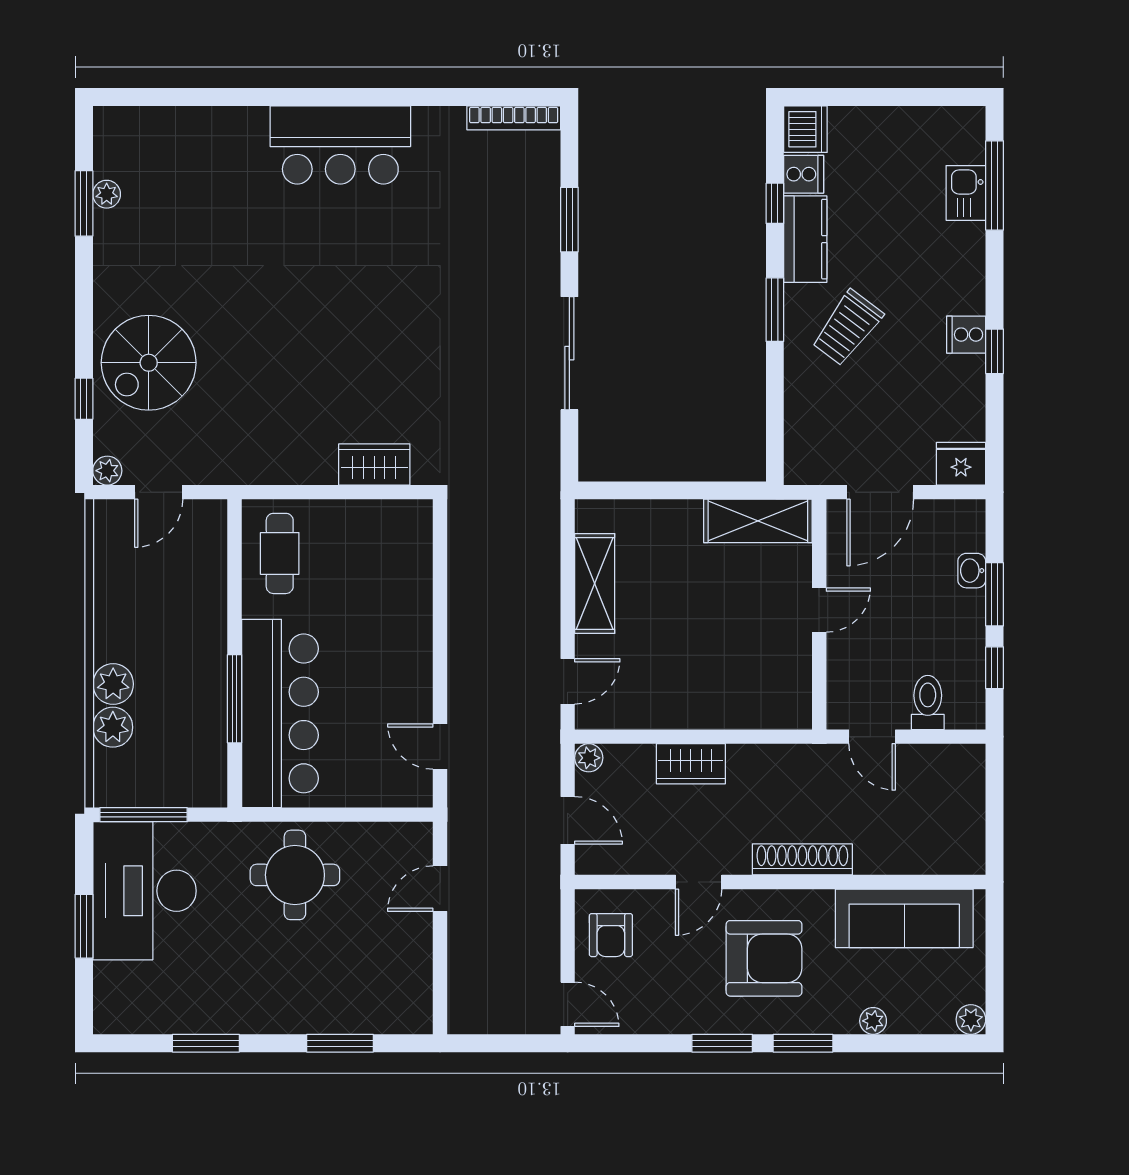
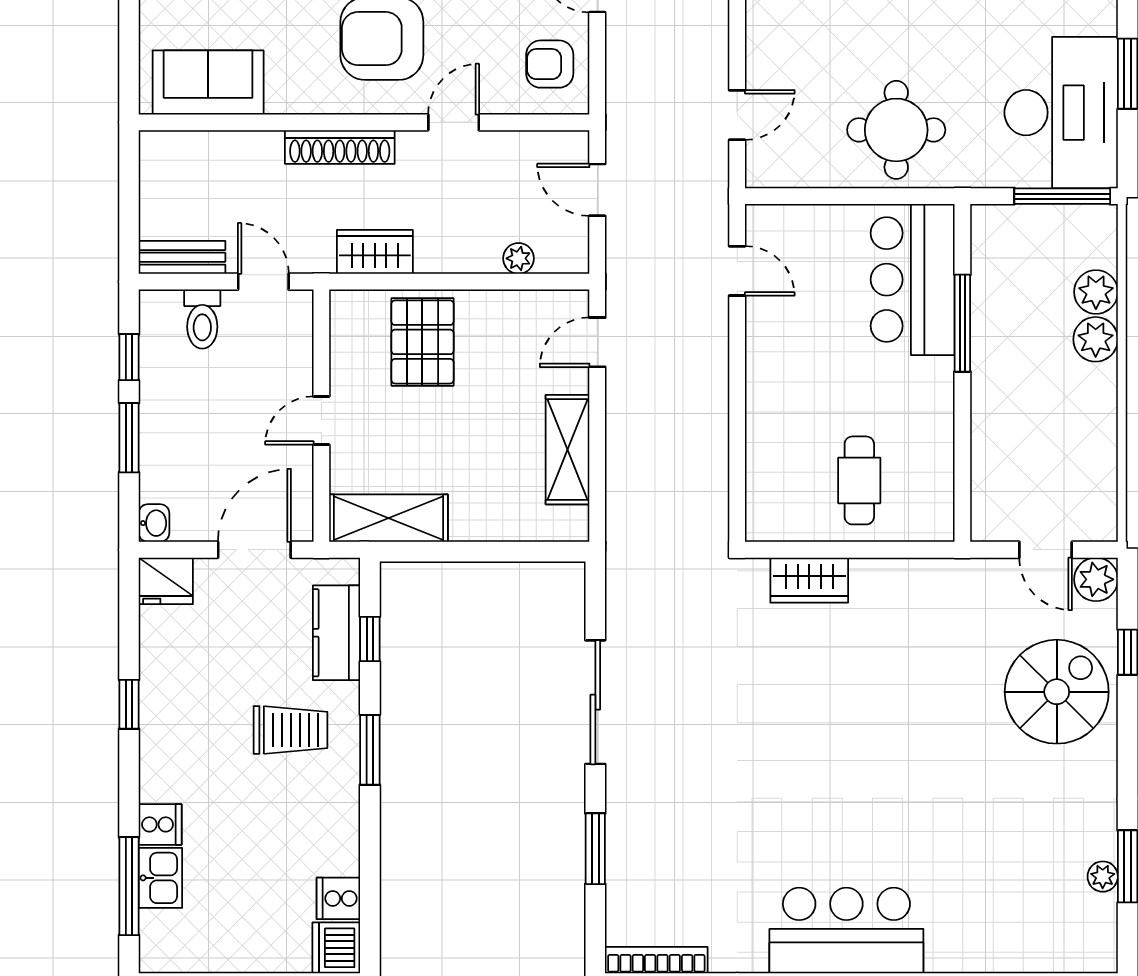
window: (775, 203) -> (370, 639), moved
kitchen counter: (805, 239) -> (337, 633), moved
trolley: (847, 328) -> (291, 730), turned 53
cooker: (966, 335) -> (160, 824), moved
plant: (107, 471) -> (1096, 579), width x1.38, depth x1.38
door: (159, 492) -> (1046, 550), swing flipped
cafe table: (280, 553) -> (859, 480), moved
washbasin: (972, 571) -> (154, 523), moved
pallet: (727, 682) -> (422, 342), added
bar counter: (280, 713) -> (913, 280), width x0.73
plant: (589, 758) -> (519, 258), moved
bench: (946, 759) -> (182, 257), added
wardrobe: (691, 764) -> (375, 252), moved
sofa: (904, 918) -> (208, 82), width x0.73
armchair: (611, 935) -> (550, 64), turned -90

